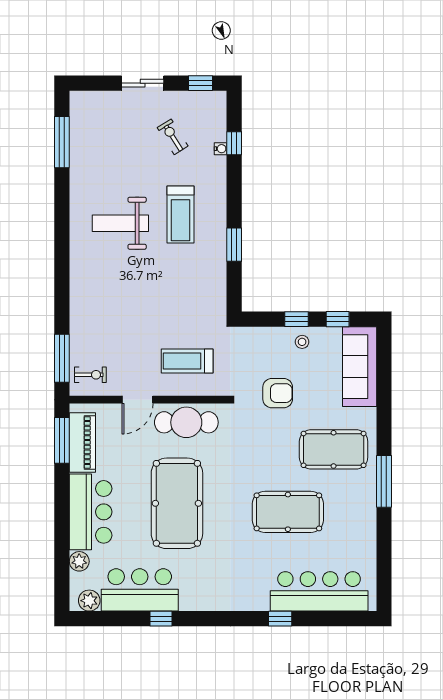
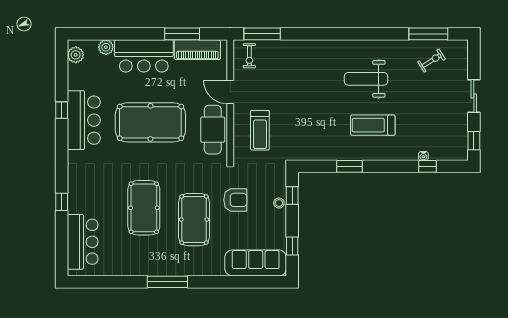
exercise bike: (173, 137) -> (432, 61), moved
weight bench: (120, 223) -> (366, 79), turned -90
window: (296, 319) -> (292, 196), moved
stool: (302, 342) -> (279, 203), moved
treadmill: (187, 361) -> (260, 130), turned 180
armchair: (278, 393) -> (235, 200), turned -90
window: (62, 440) -> (182, 34), moved
pool table: (334, 449) -> (194, 220), moved
bar counter: (140, 590) -> (84, 120), moved
bar counter: (319, 591) -> (83, 242), width x0.73

